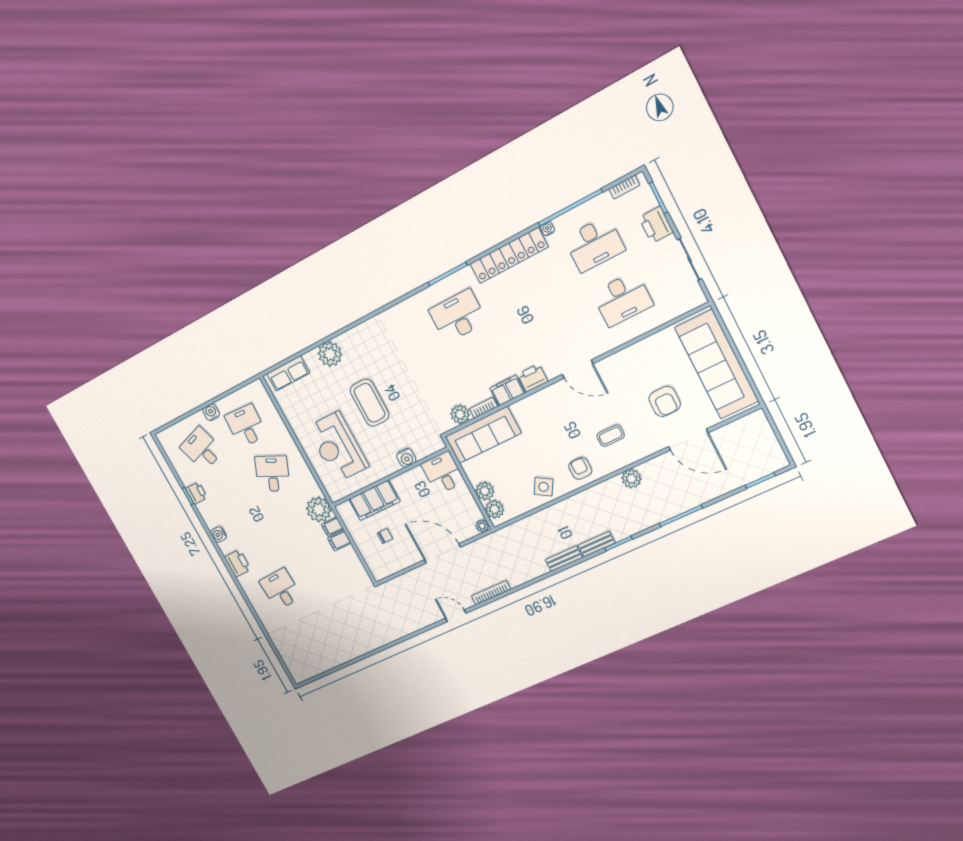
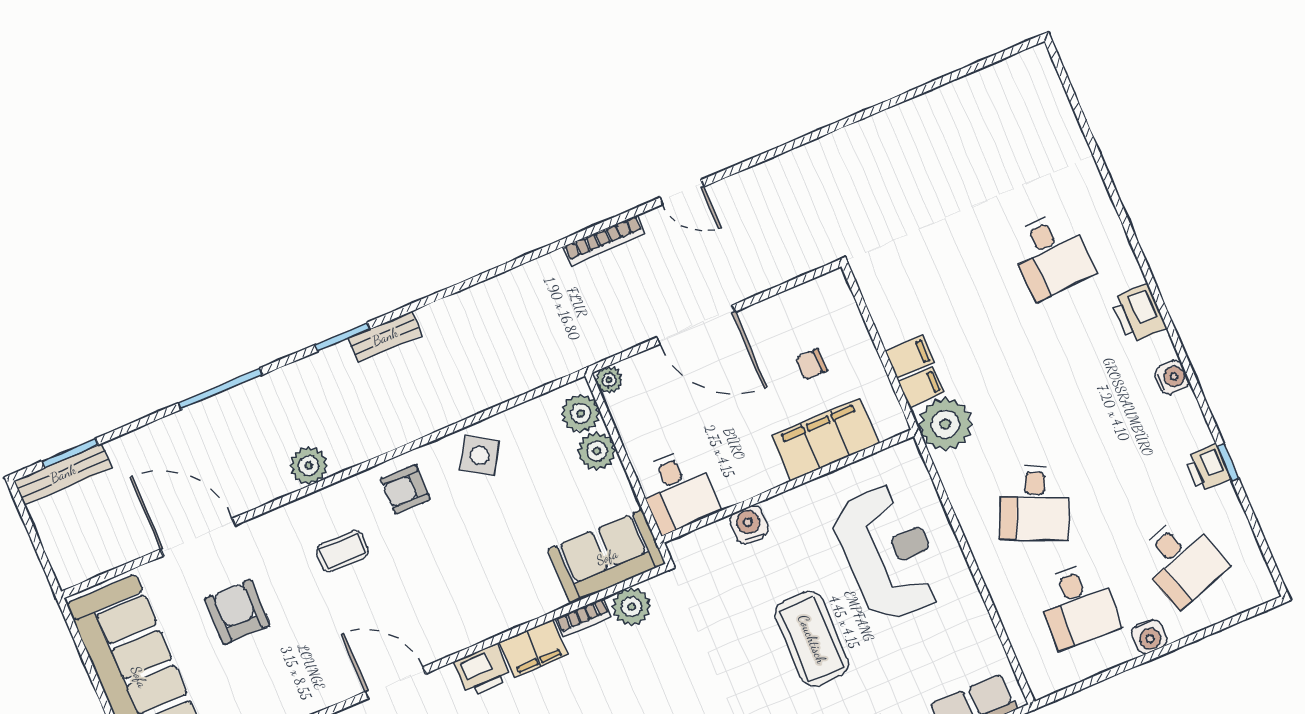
sofa: (483, 435) -> (607, 557), width x0.73
armchair: (580, 468) -> (405, 489), turned 90
bench: (564, 559) -> (63, 474), moved, width x1.36

